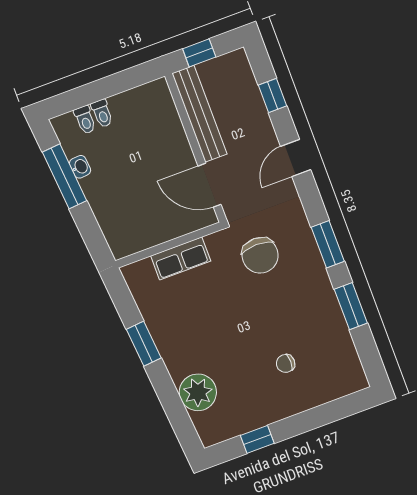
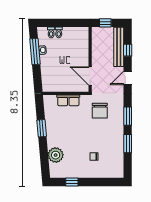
bench: (199, 114) -> (119, 47), moved

